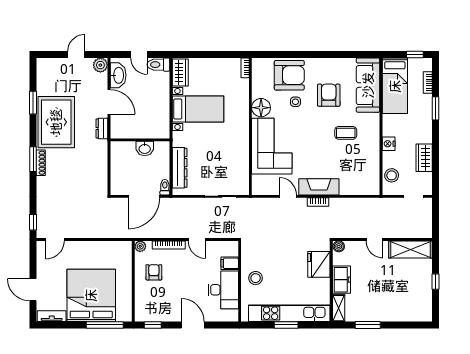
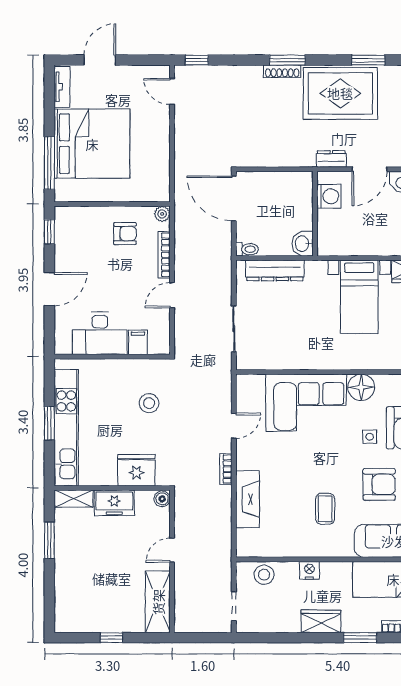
washing machine: (128, 130) -> (329, 196), added
washbasin: (145, 149) -> (303, 244), moved
wardrobe: (424, 158) -> (321, 621), moved
fireplace: (319, 187) -> (248, 499), moved
door: (144, 196) -> (234, 198), moved
stool: (256, 278) -> (149, 403), moved

